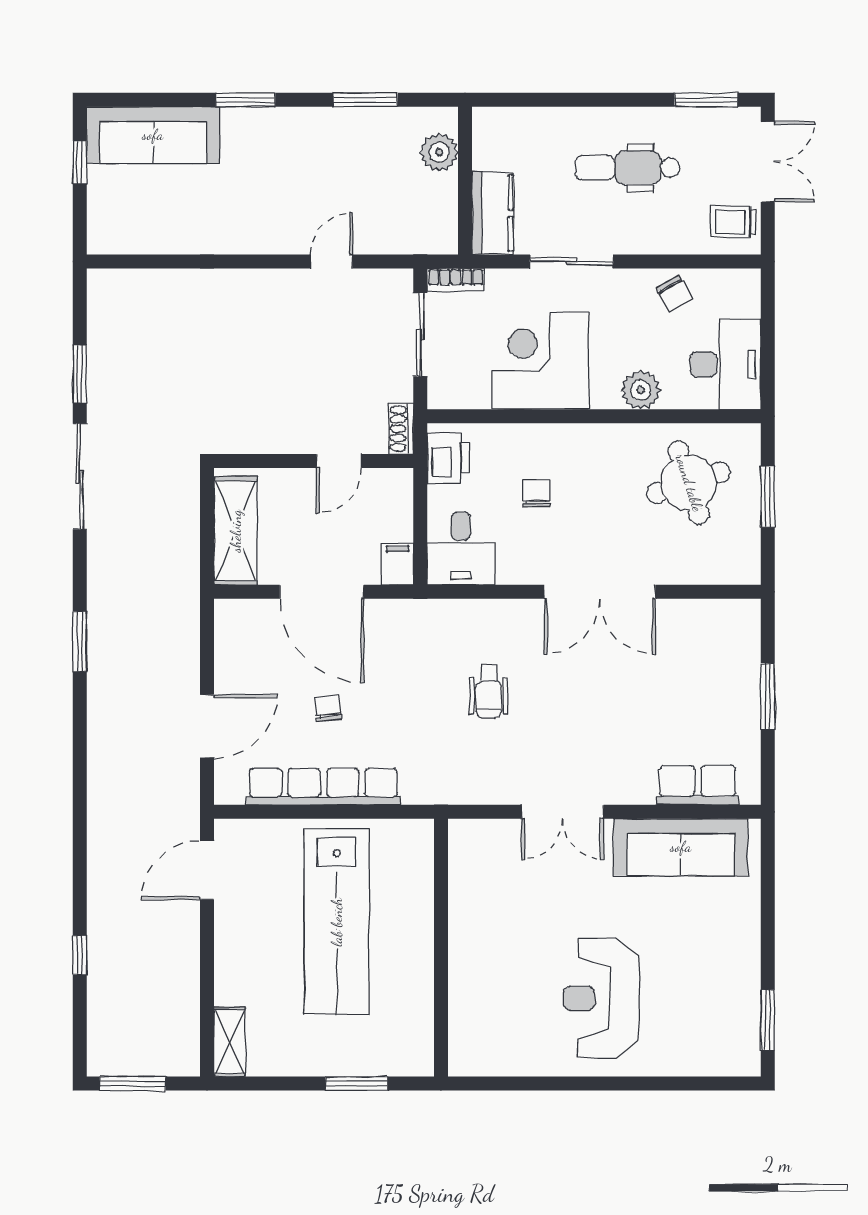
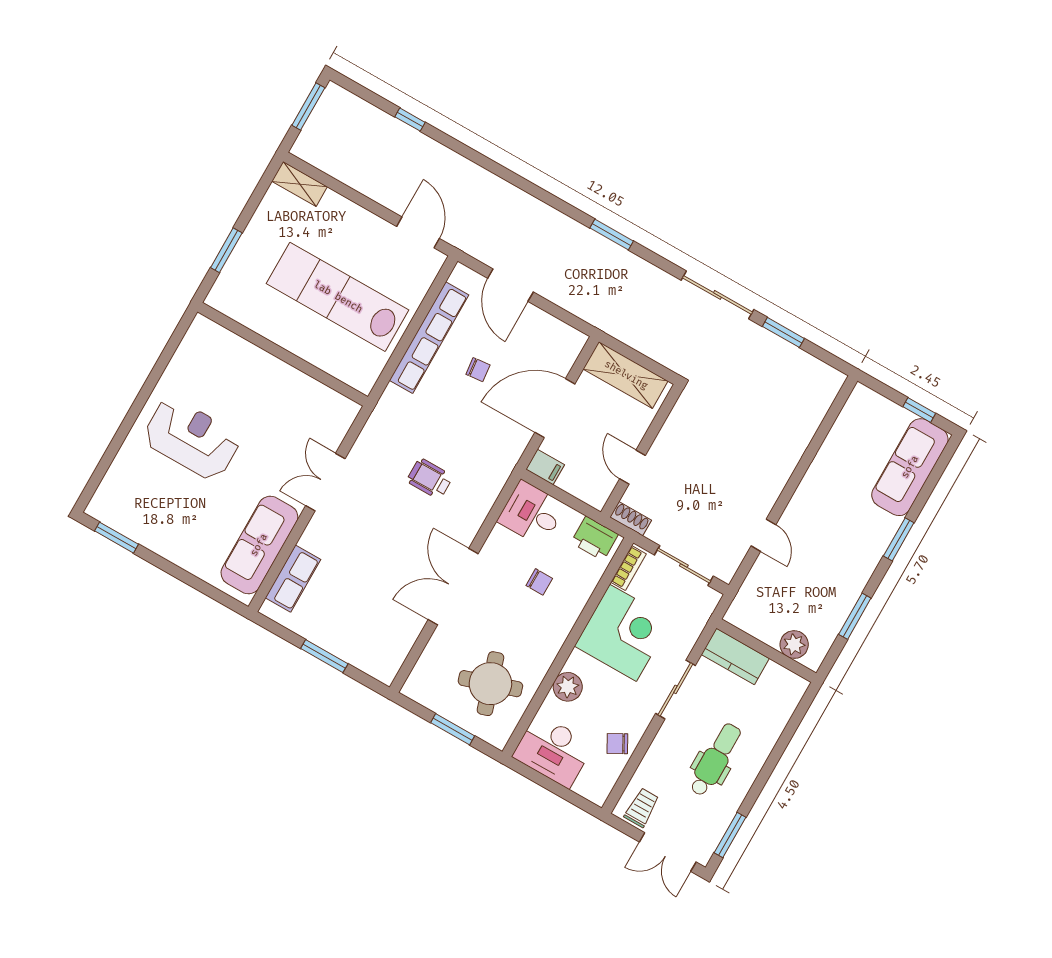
bookcase: (456, 280) -> (629, 568), moved, turned 180

